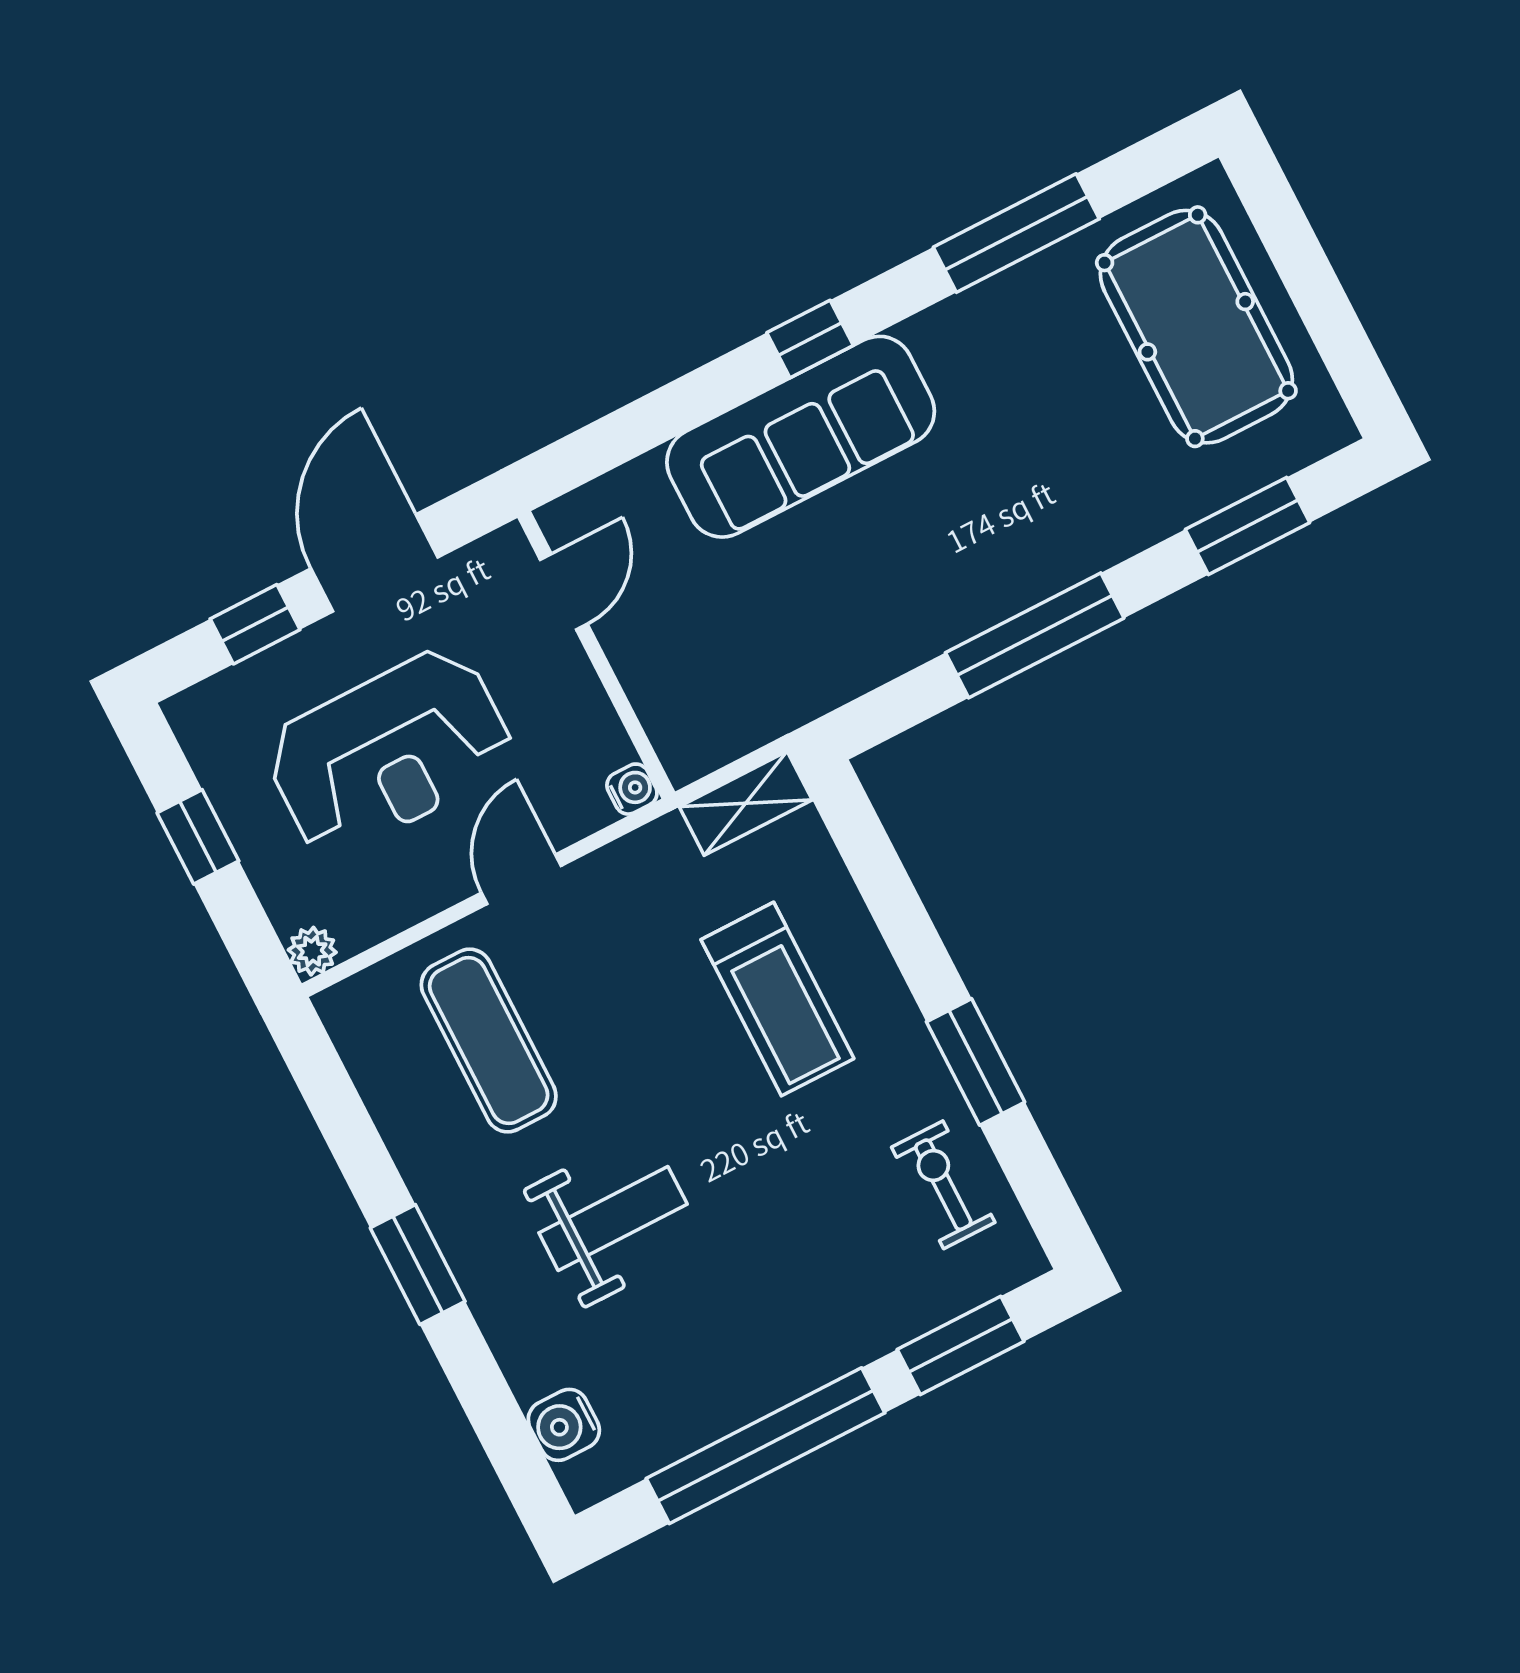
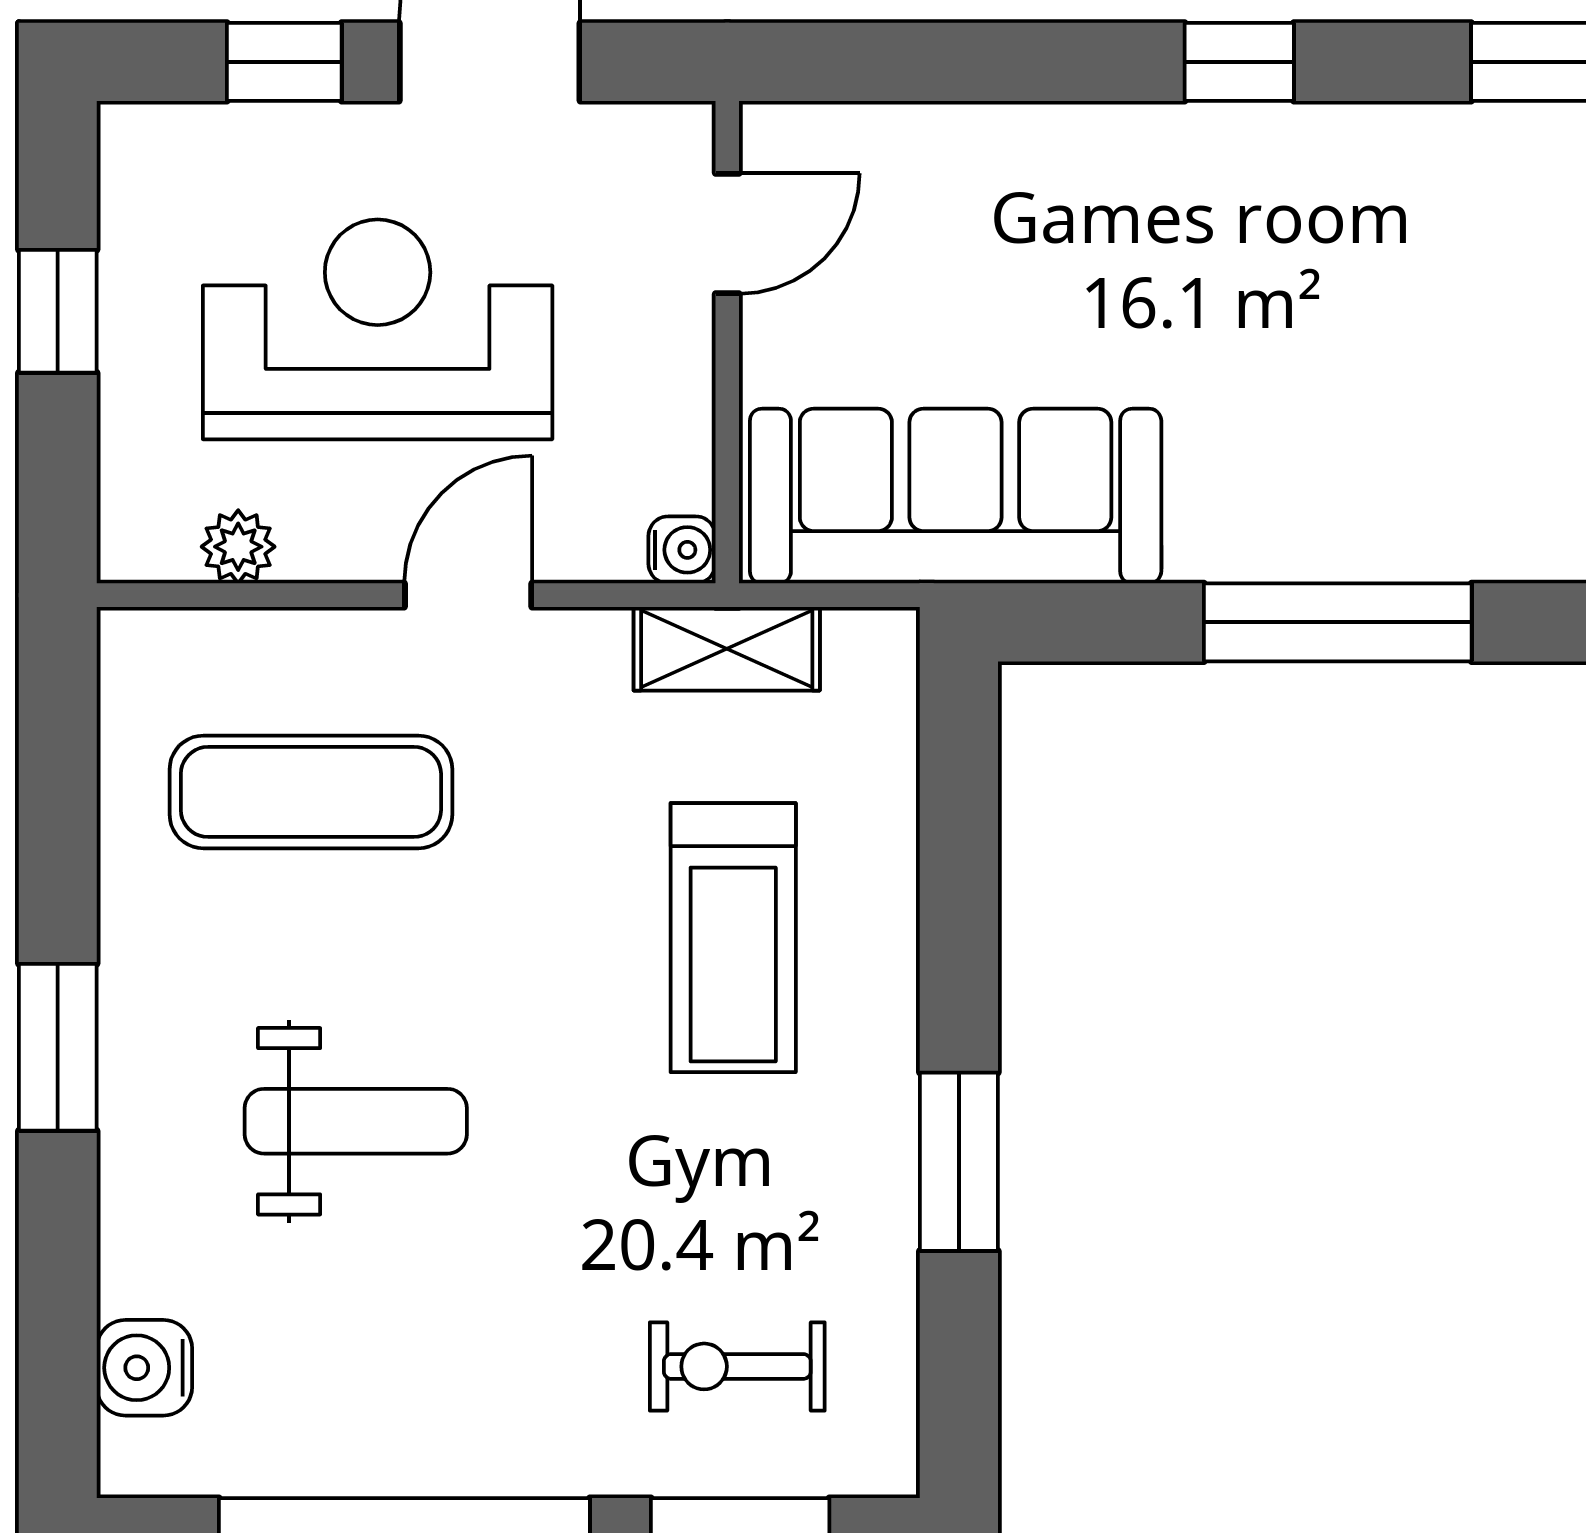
sofa: (801, 437) -> (956, 496), moved, turned 180
reception desk: (389, 752) -> (378, 329), turned 180
shelving: (746, 803) -> (727, 649), moved
plant: (312, 951) -> (238, 547), moved
exercise mat: (489, 1041) -> (311, 792), turned 90
exercise bike: (943, 1185) -> (737, 1366), moved, turned -90

